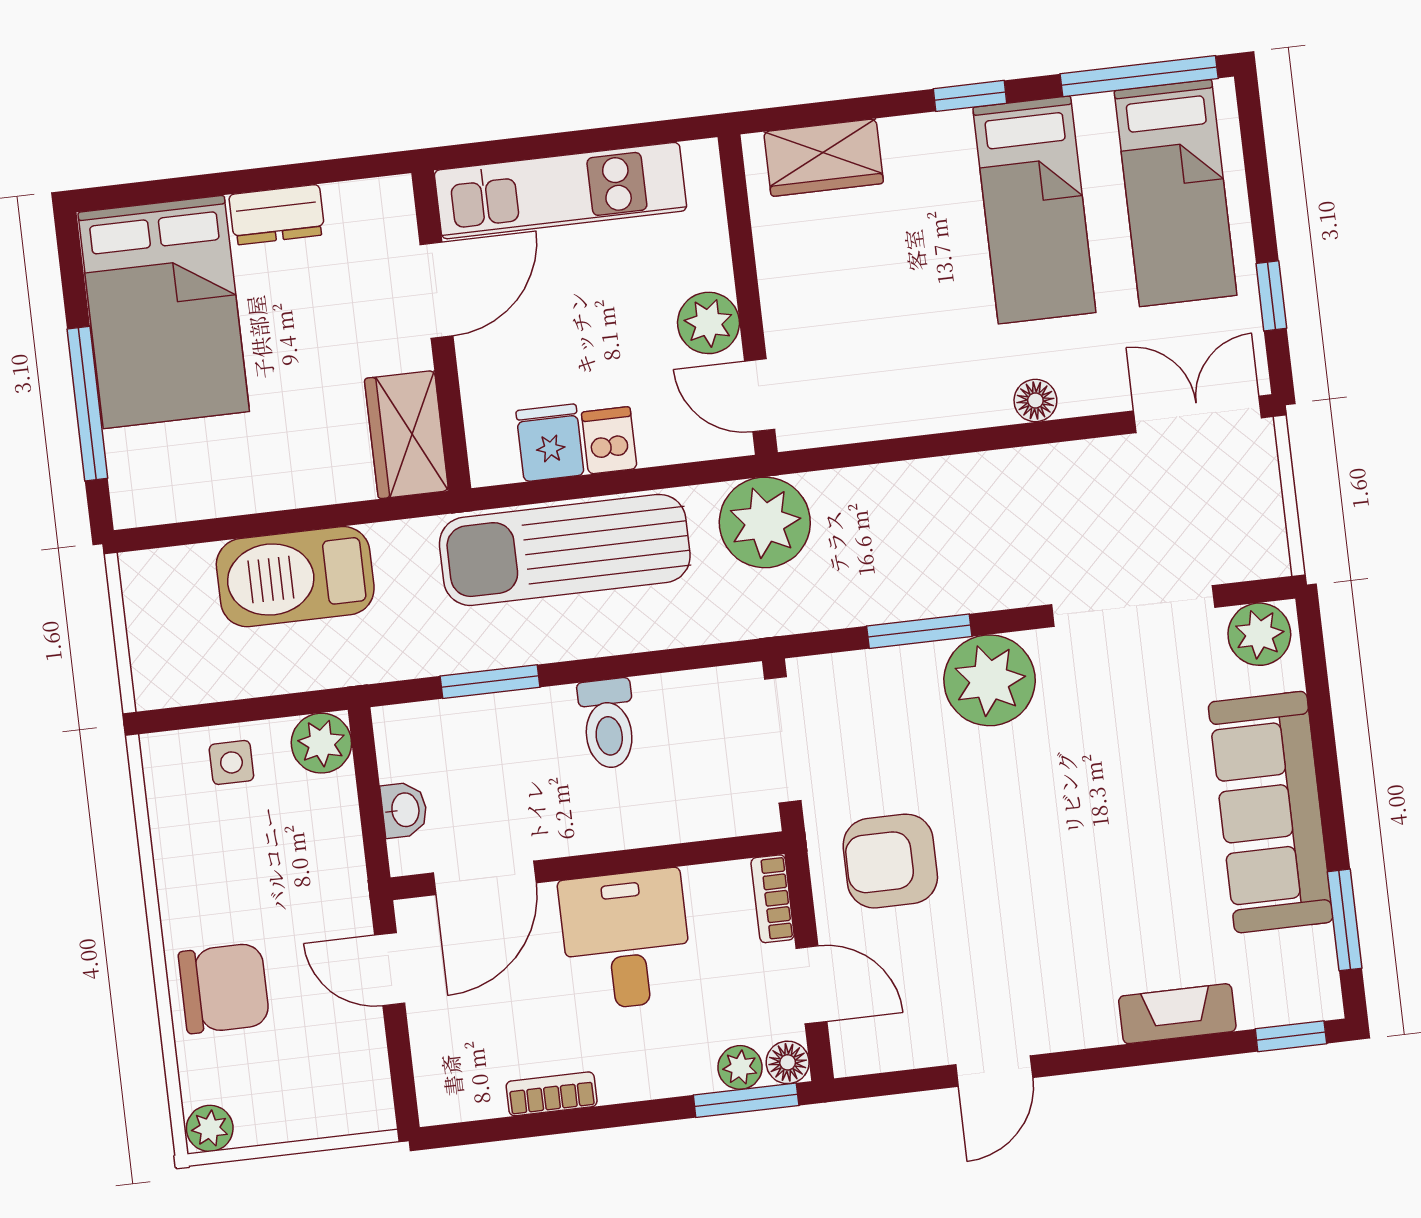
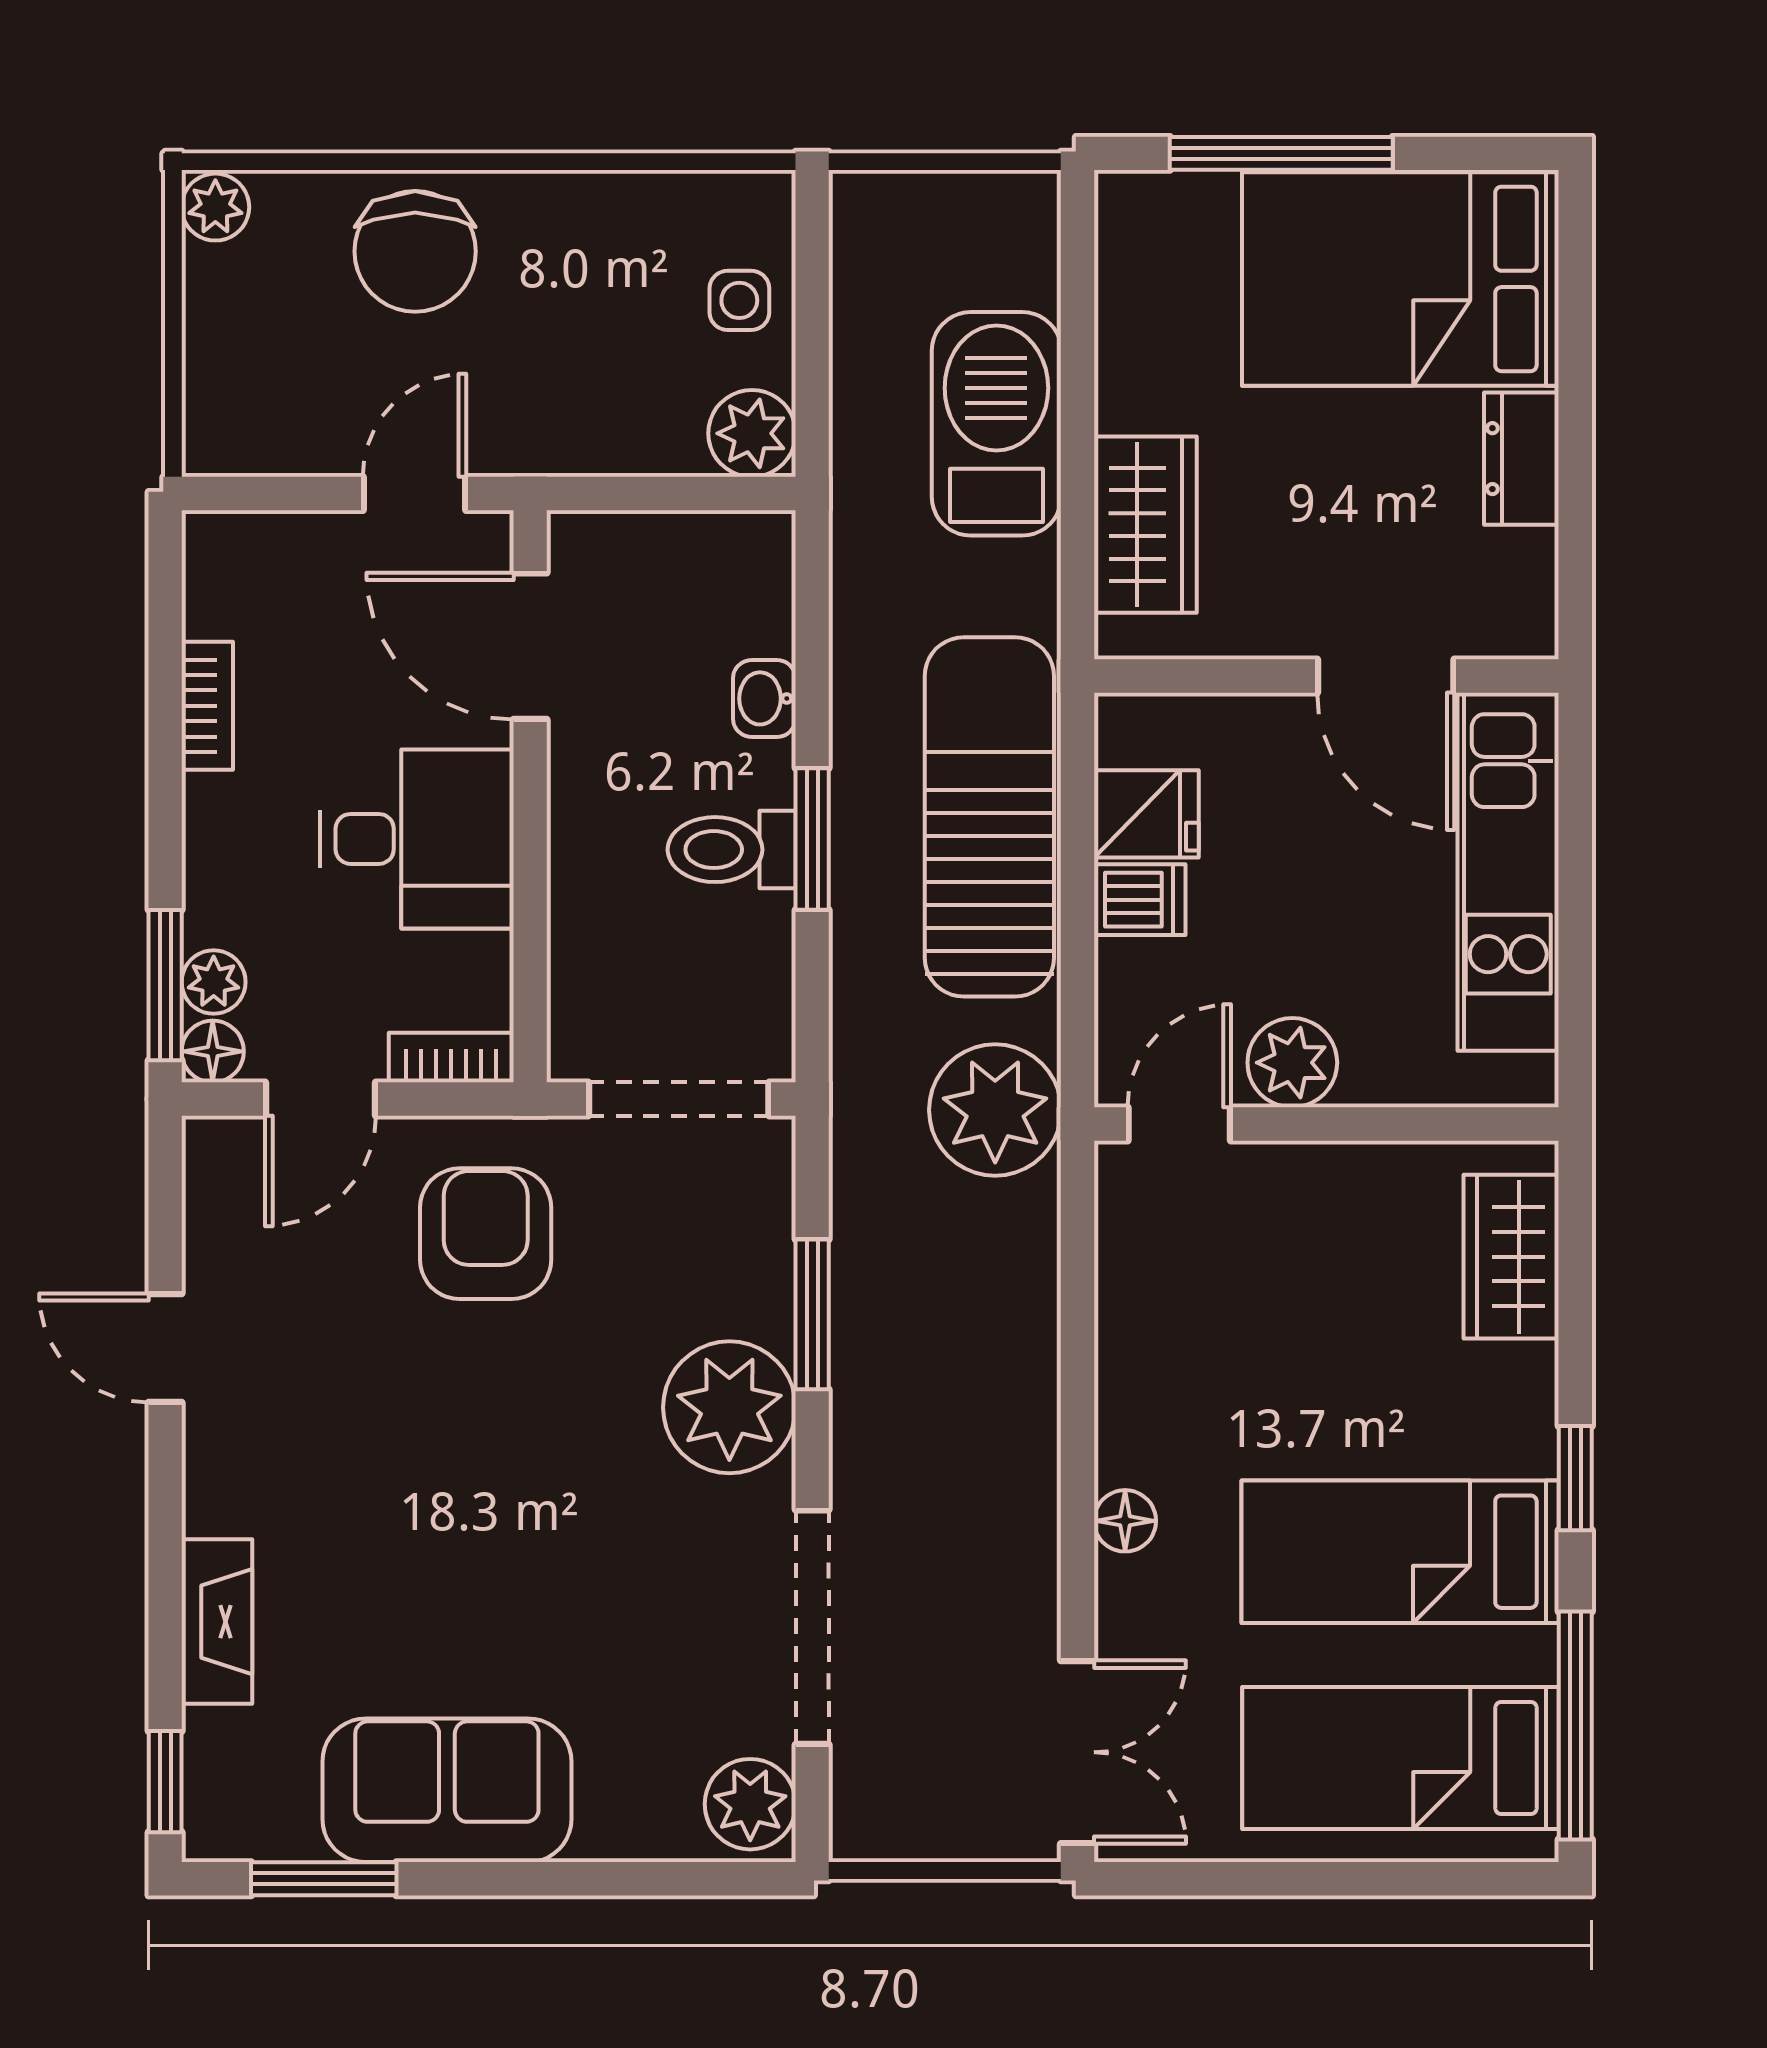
window: (1271, 296) -> (1236, 1879), removed
wardrobe: (406, 435) -> (1145, 525), moved, turned 90
window: (490, 682) -> (812, 839), moved
washbasin: (404, 810) -> (764, 698), moved, turned 90
sofa: (1271, 812) -> (447, 1790), width x0.73

